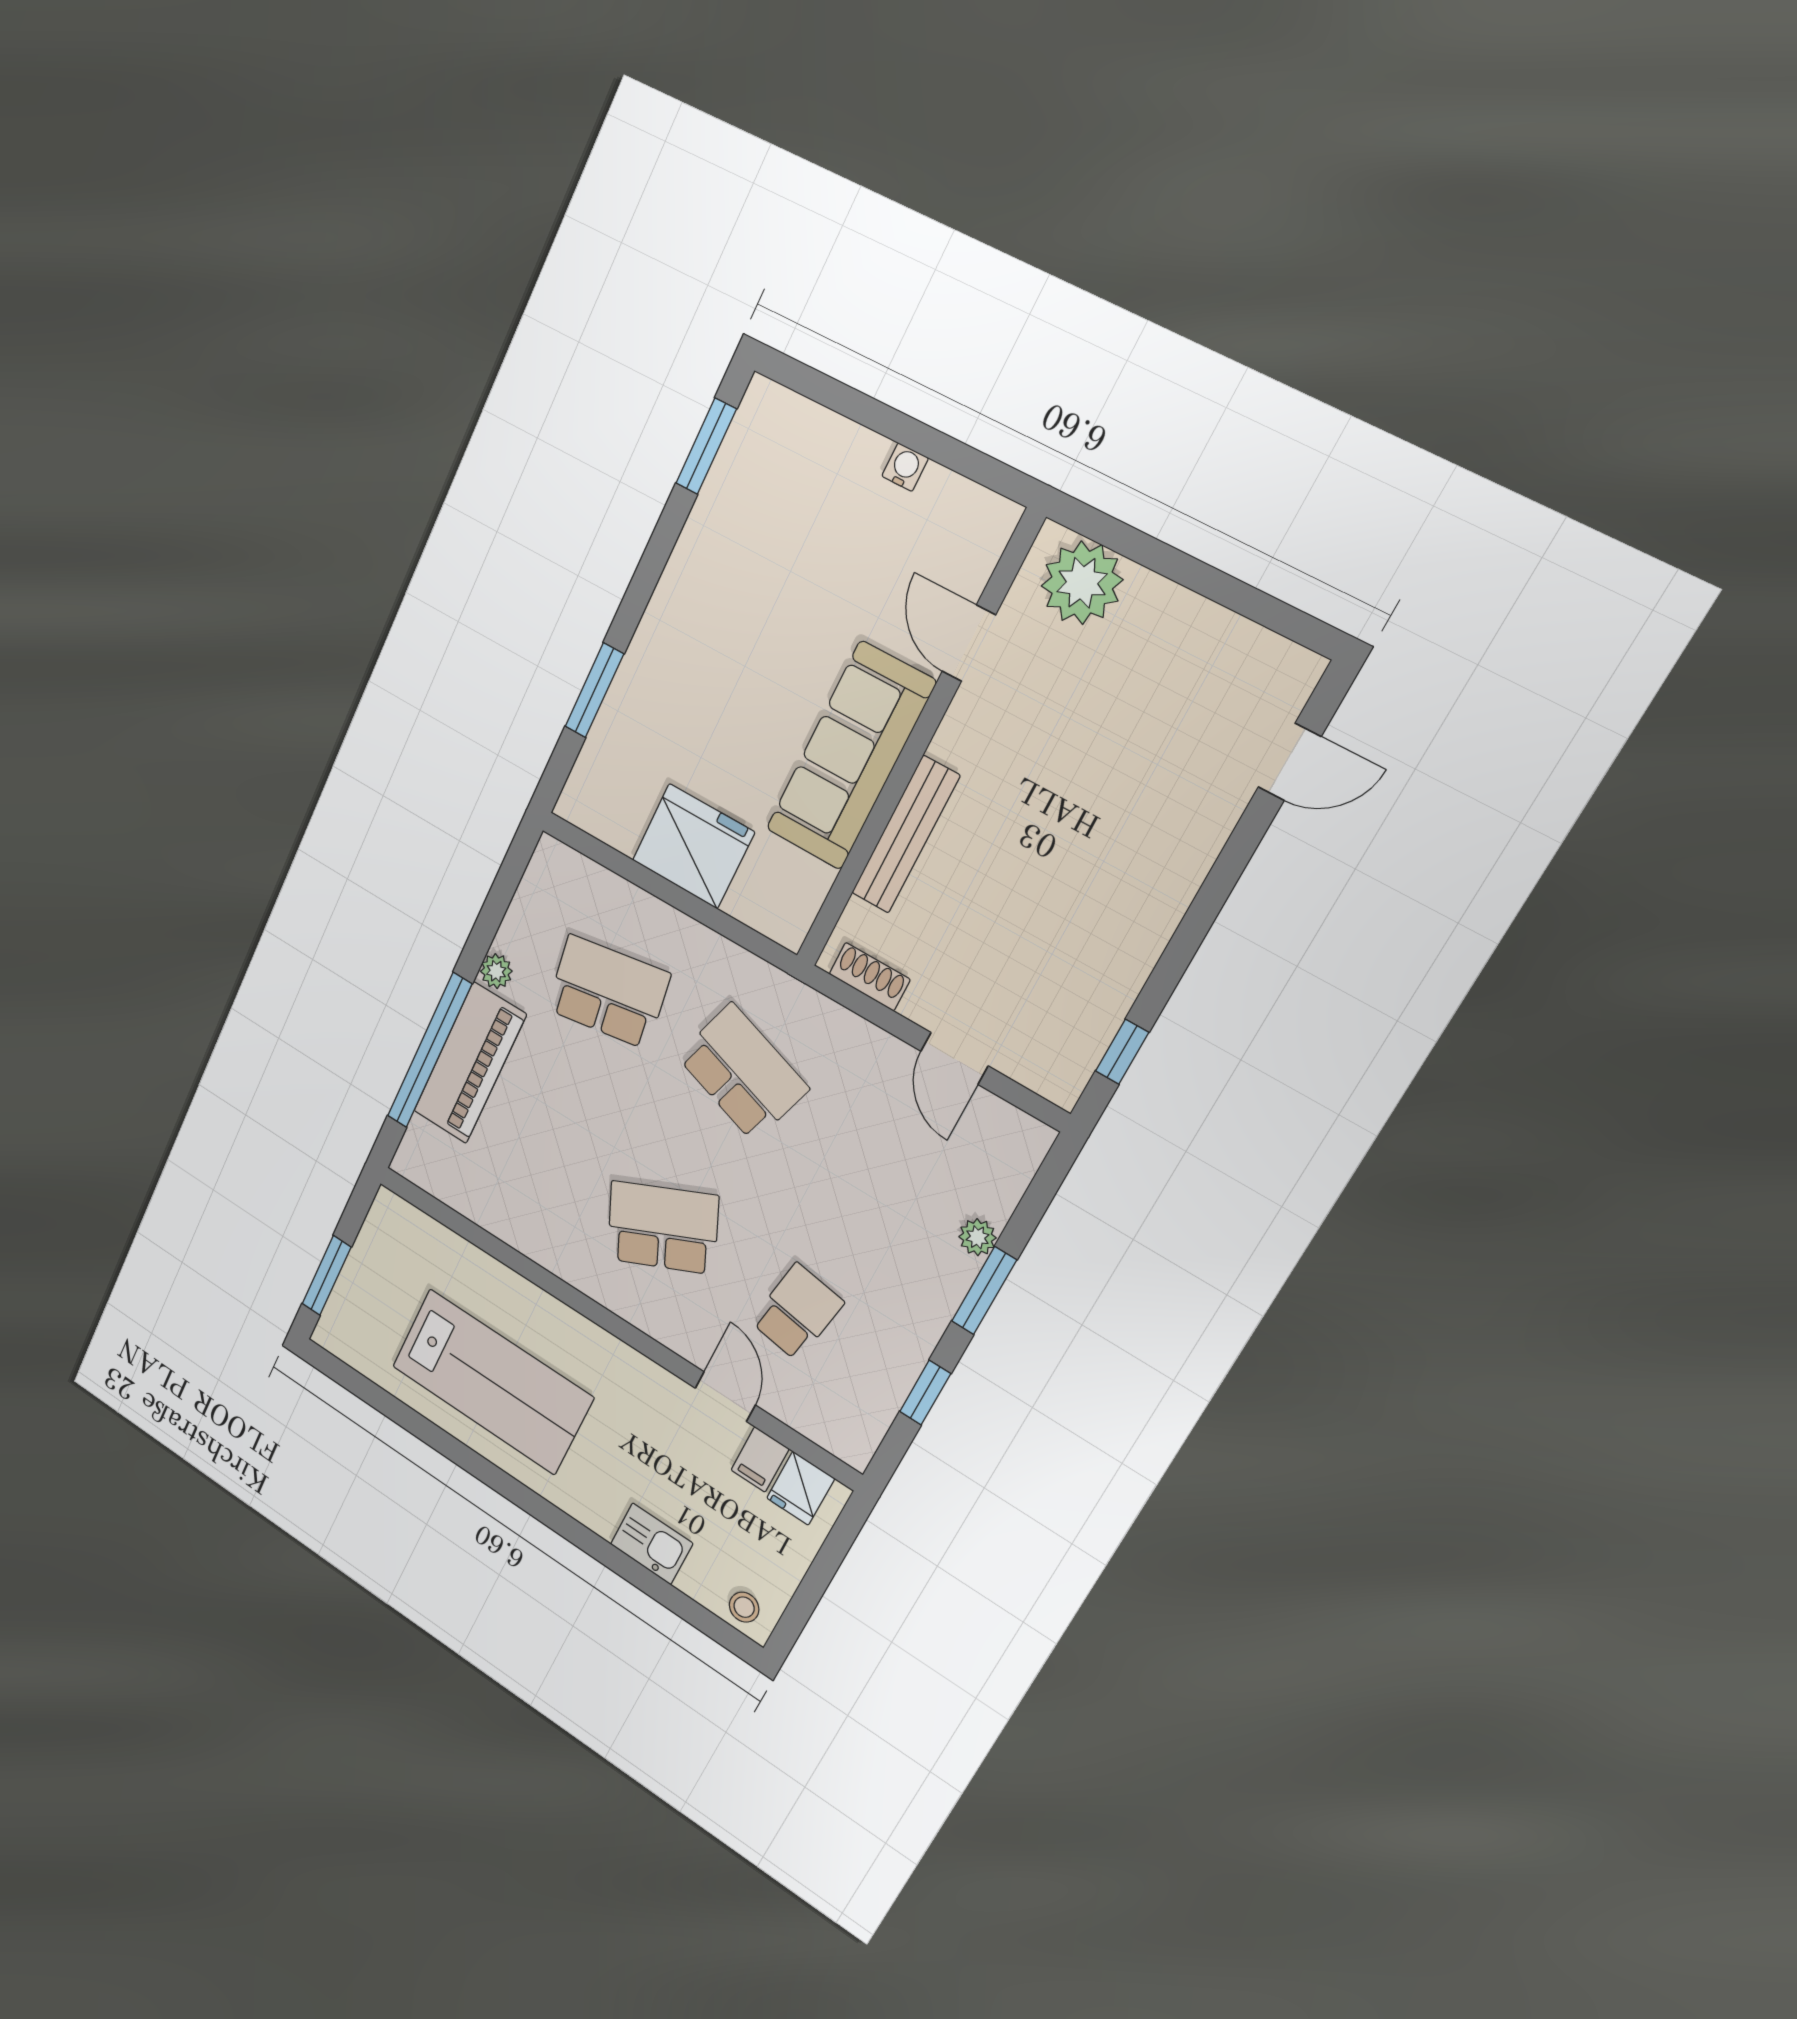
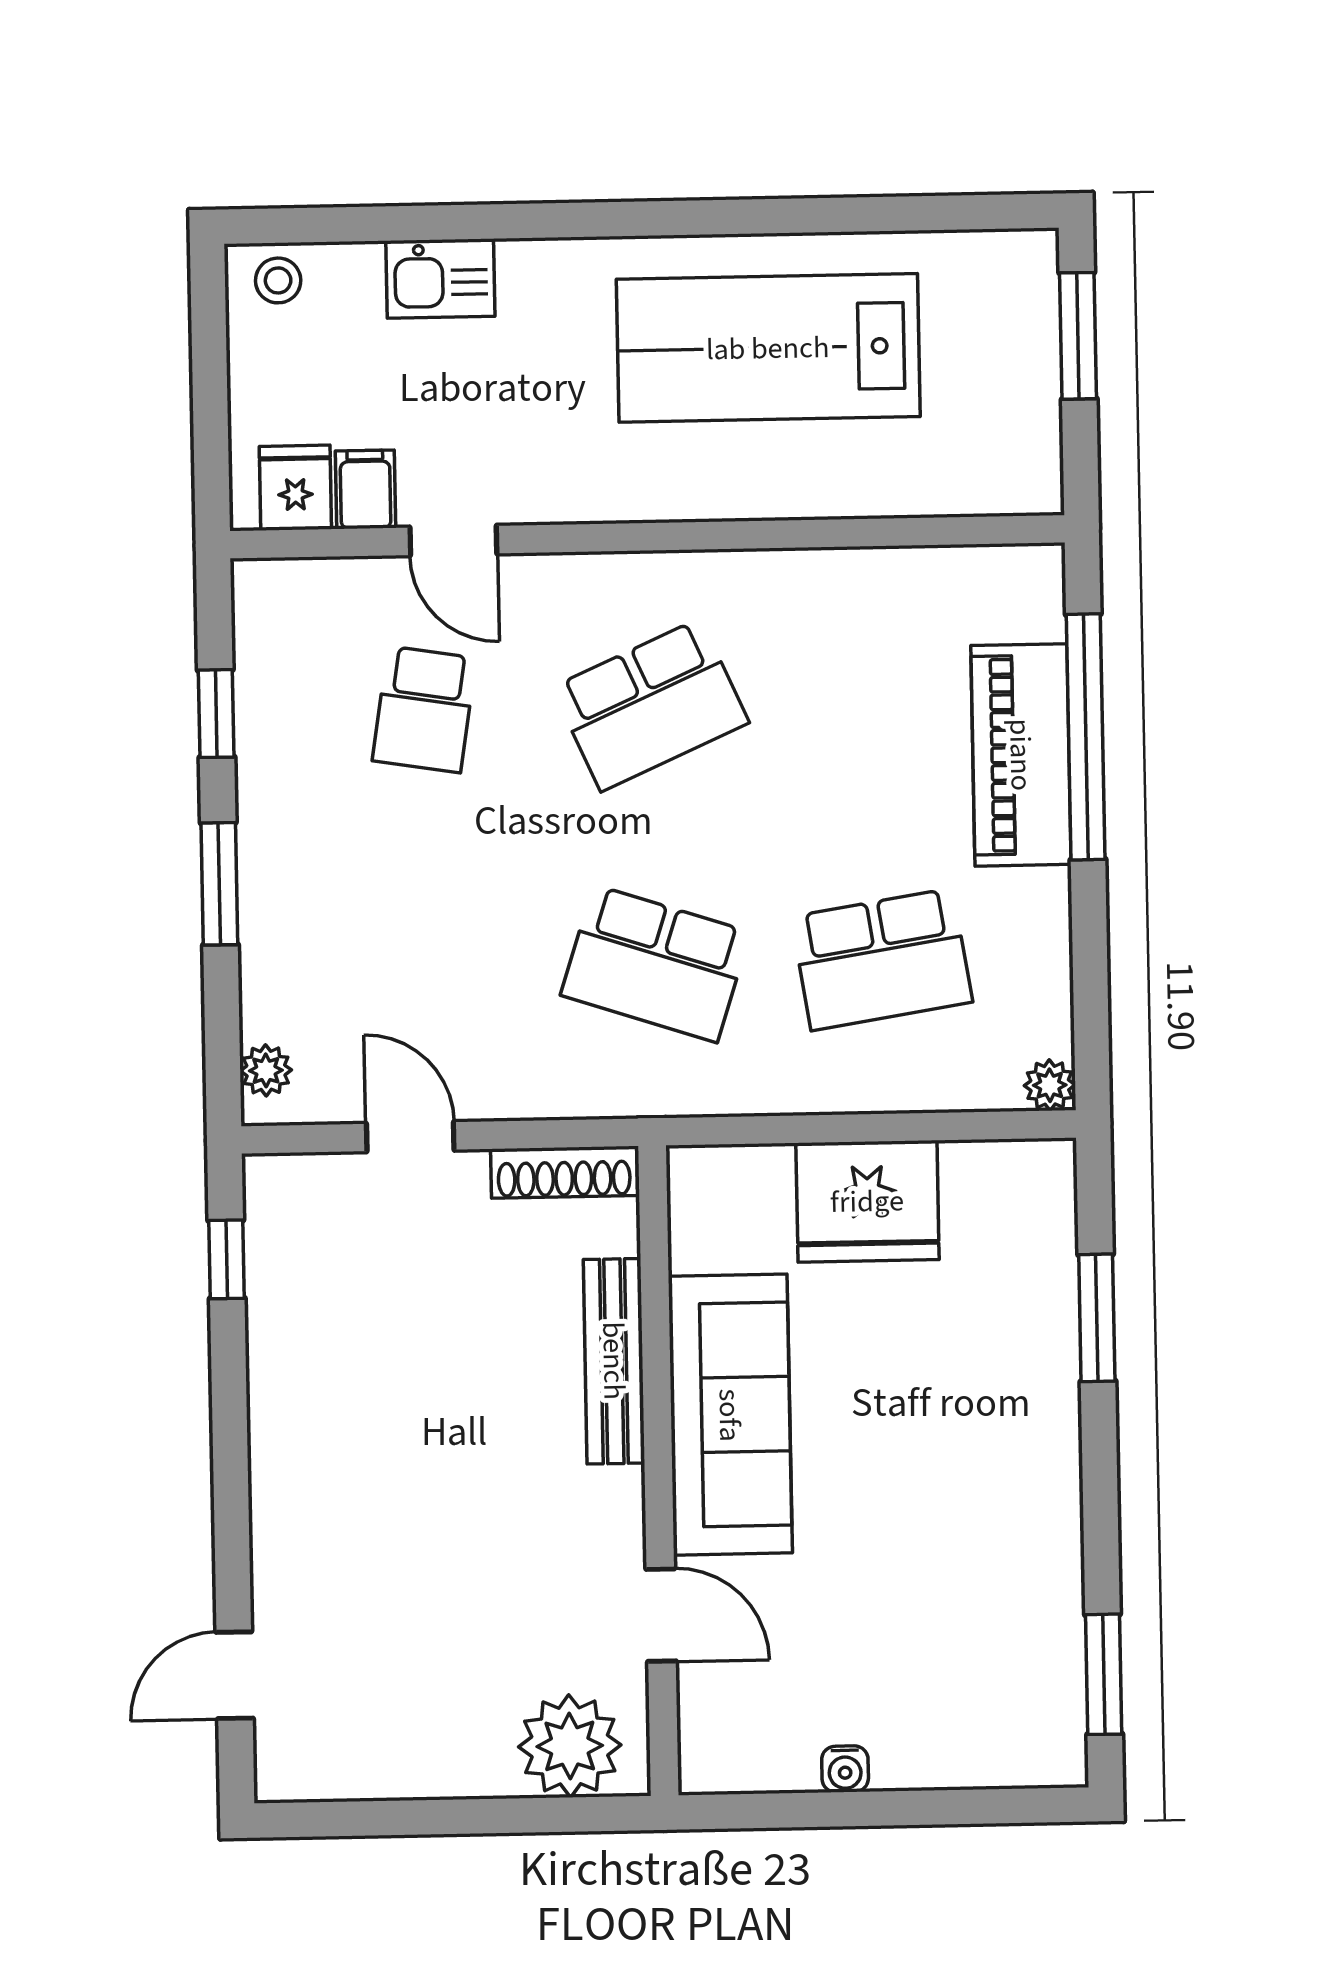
plant: (496, 971) -> (1050, 1085), moved
shoe rack: (870, 977) -> (564, 1172), width x1.43
plant: (977, 1237) -> (266, 1070), moved

